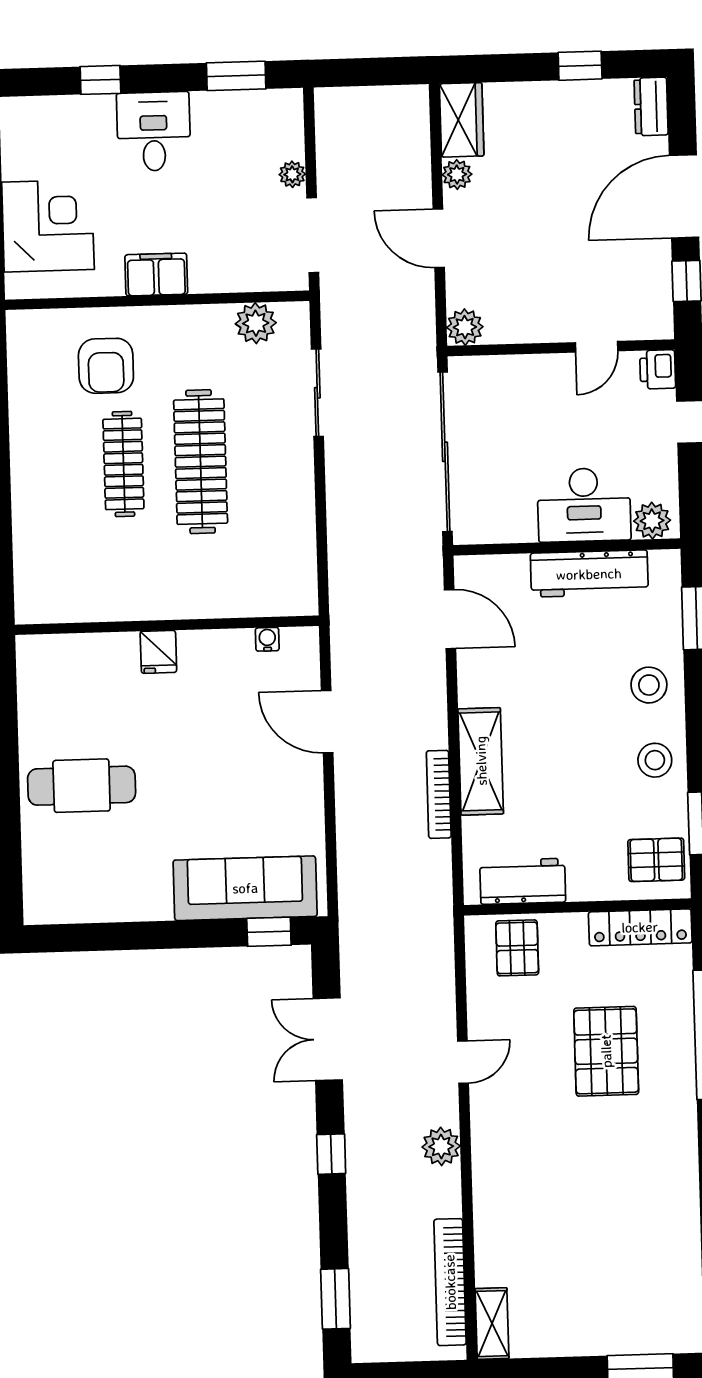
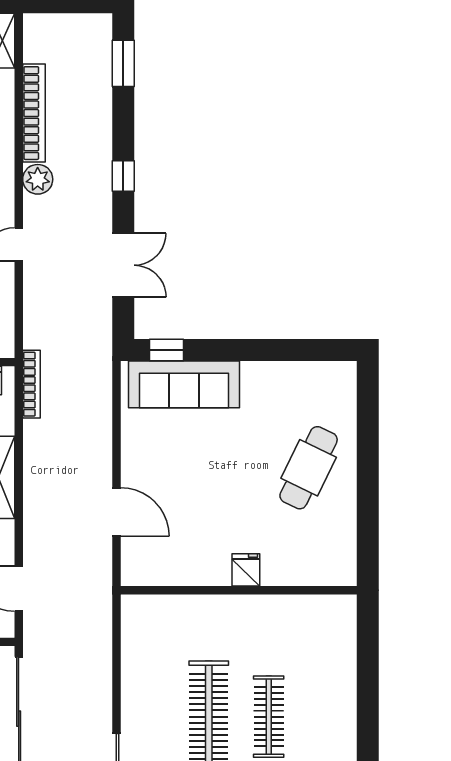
water cooler: (267, 639) -> (161, 577), removed
cafe table: (82, 786) -> (309, 468), turned -64
bookcase: (439, 794) -> (31, 384), moved
bookcase: (450, 1282) -> (34, 113), moved

